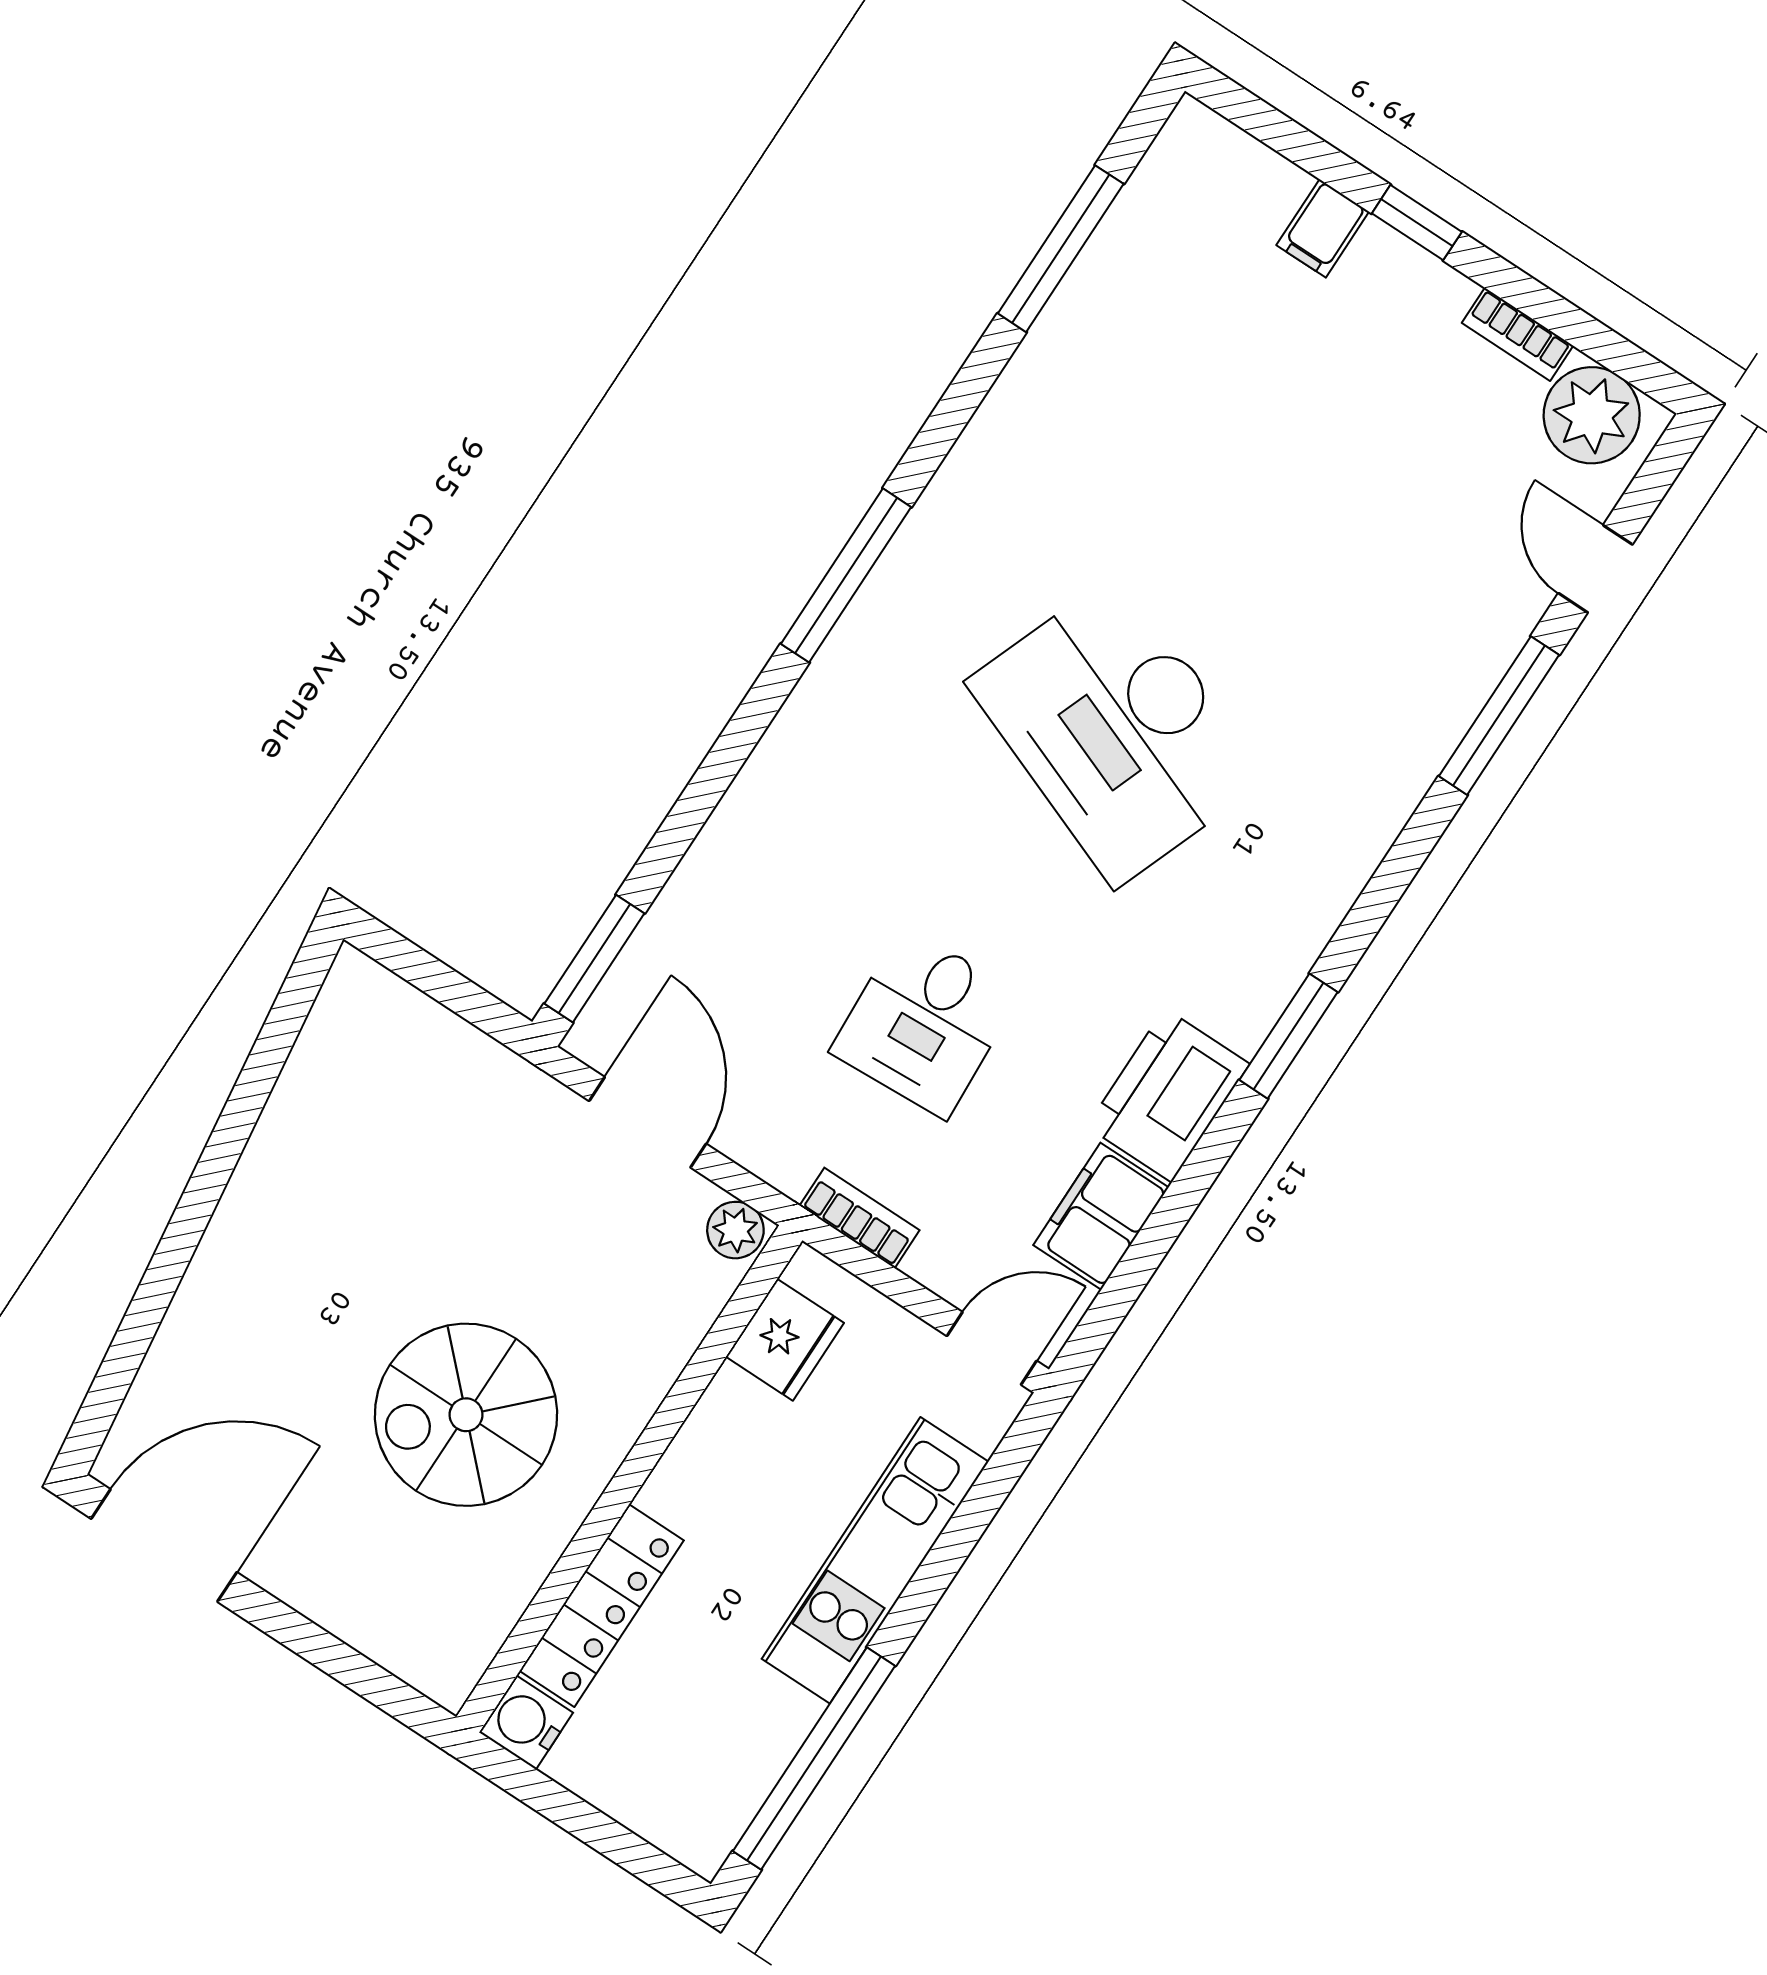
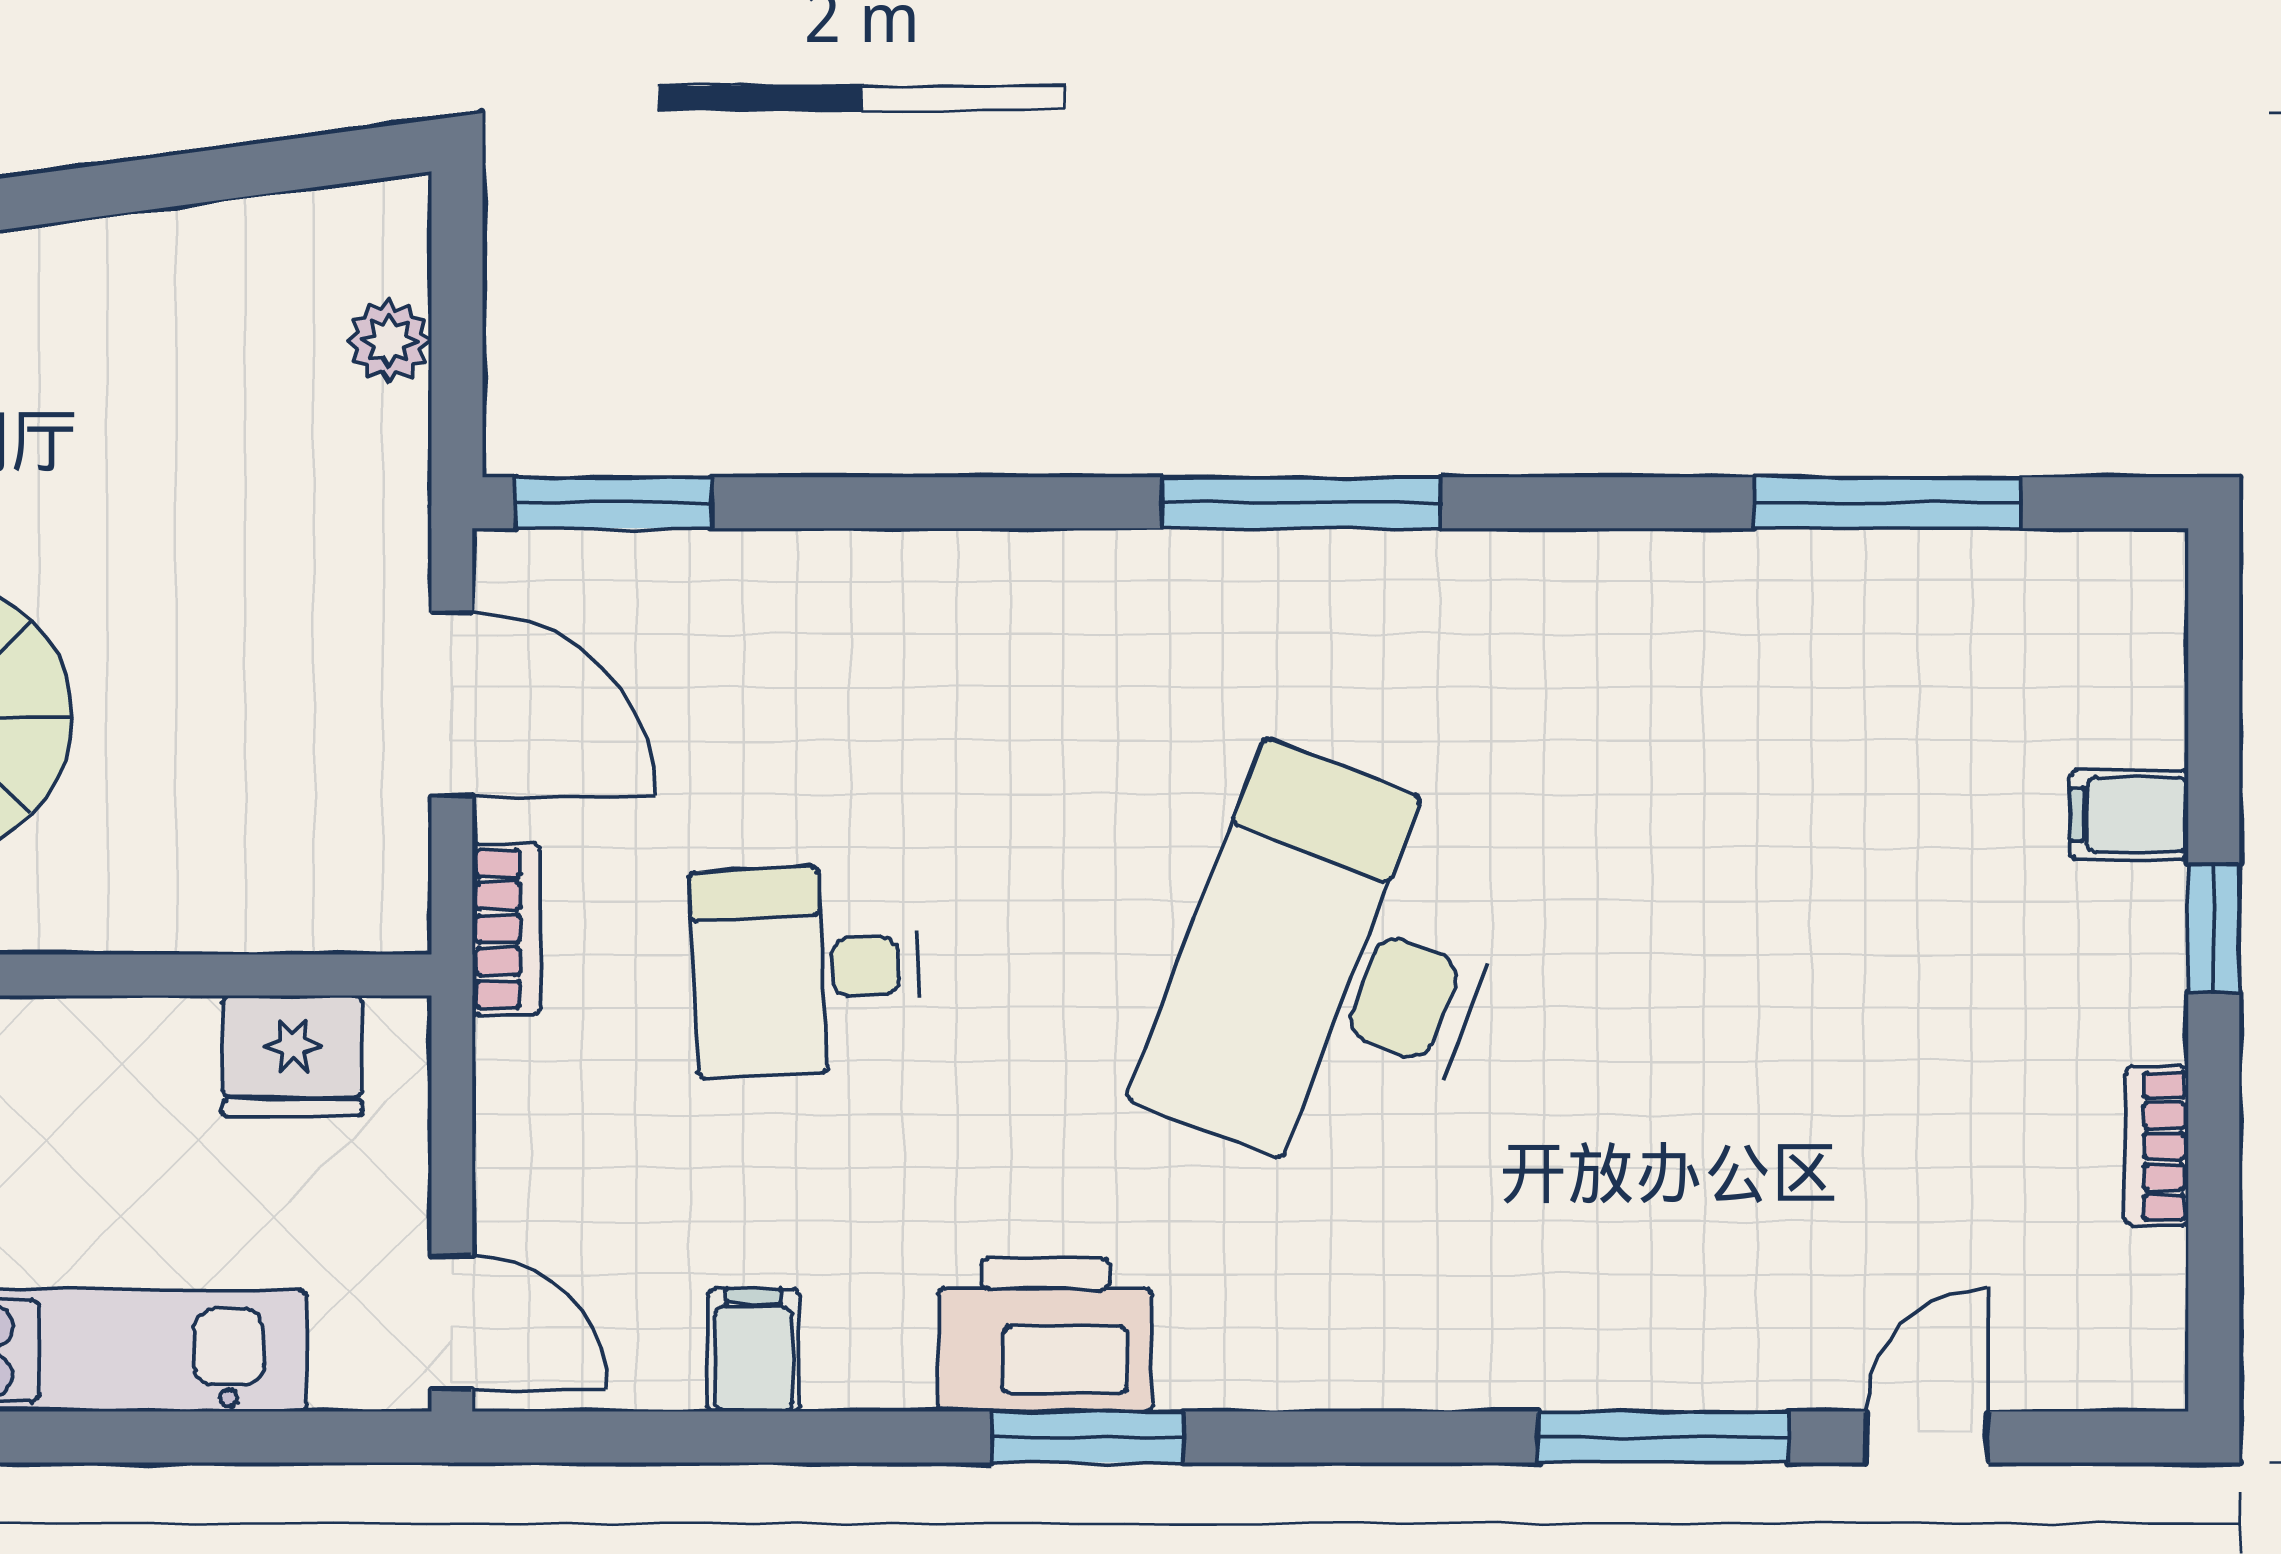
plant: (1592, 415) -> (2116, 1306), removed
printer: (1168, 1095) -> (1045, 1335), moved
door: (648, 1122) -> (452, 704), hinge flipped
filing cabinet: (1101, 1216) -> (754, 1350), width x0.50
bookcase: (859, 1218) -> (506, 929), moved
plant: (735, 1230) -> (389, 341), moved

